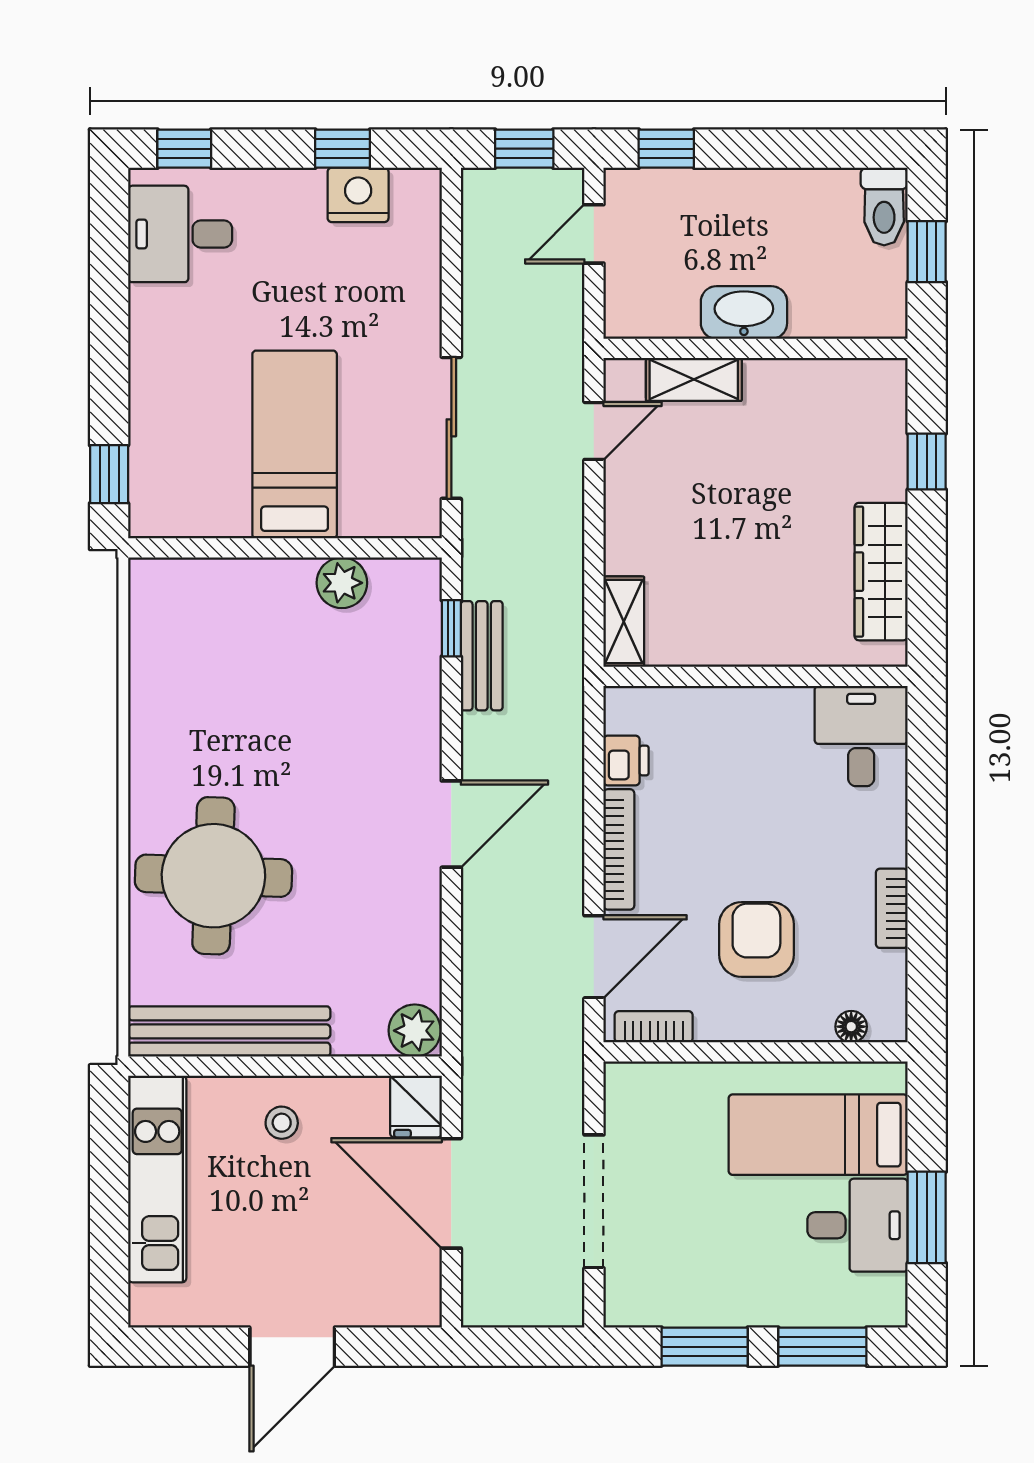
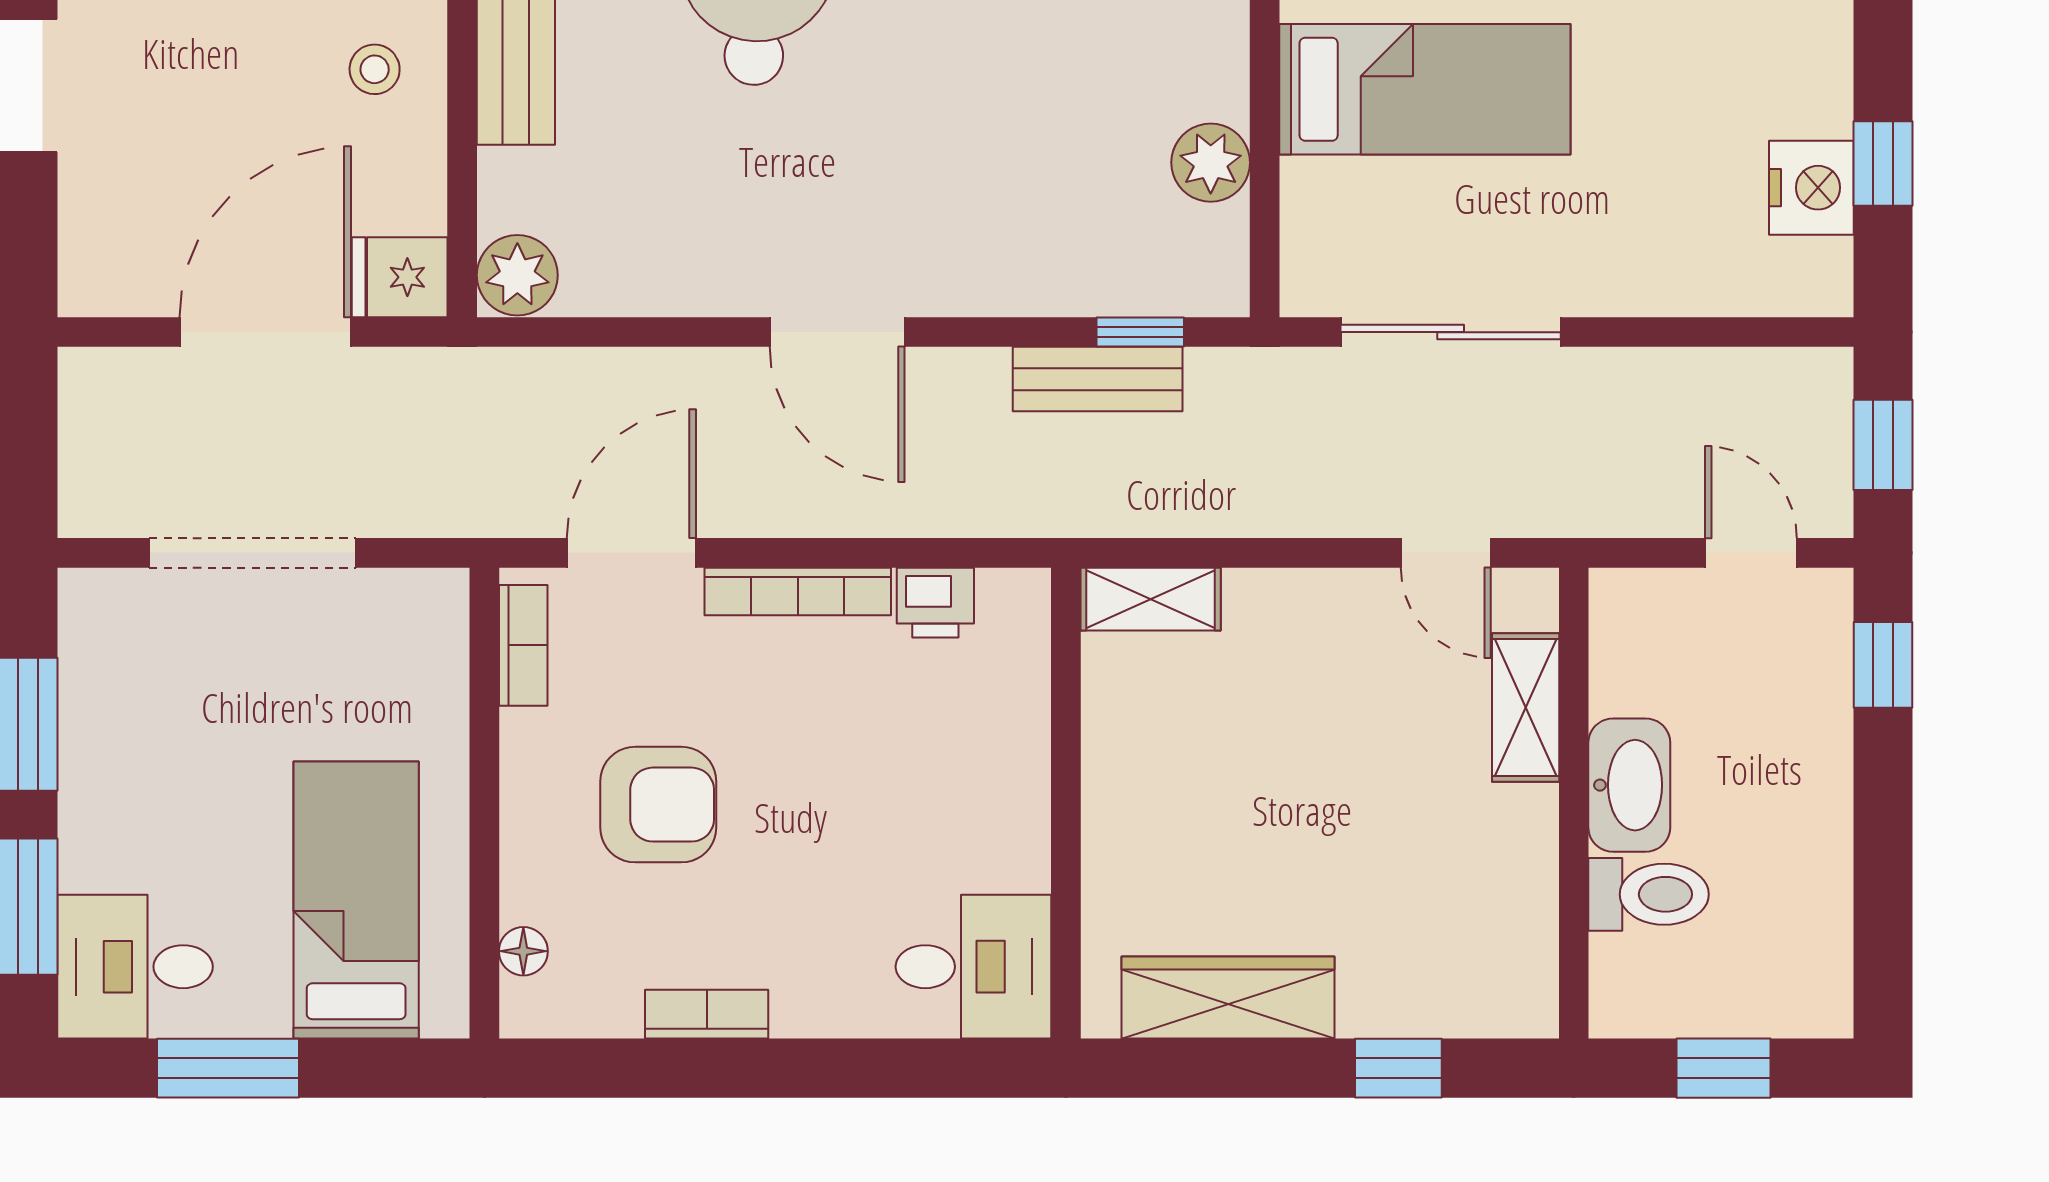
toilet: (884, 206) -> (1649, 894), moved, turned 180
door: (594, 957) -> (631, 553), swing flipped
desk: (858, 1225) -> (135, 967), moved, turned 90

